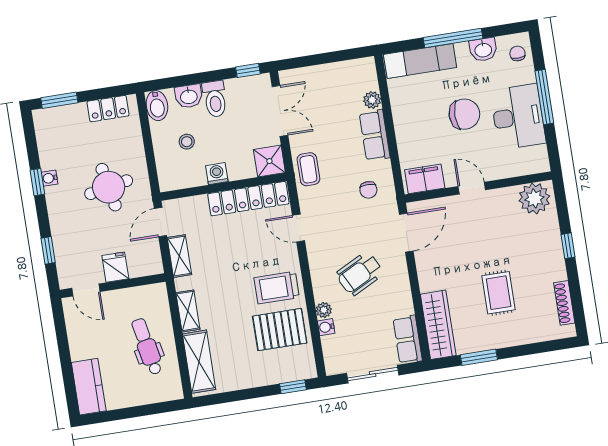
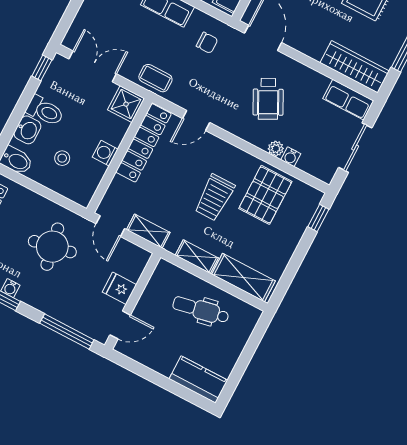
window: (48, 250) -> (67, 332), width x2.17
trolley: (277, 288) -> (214, 197), moved

